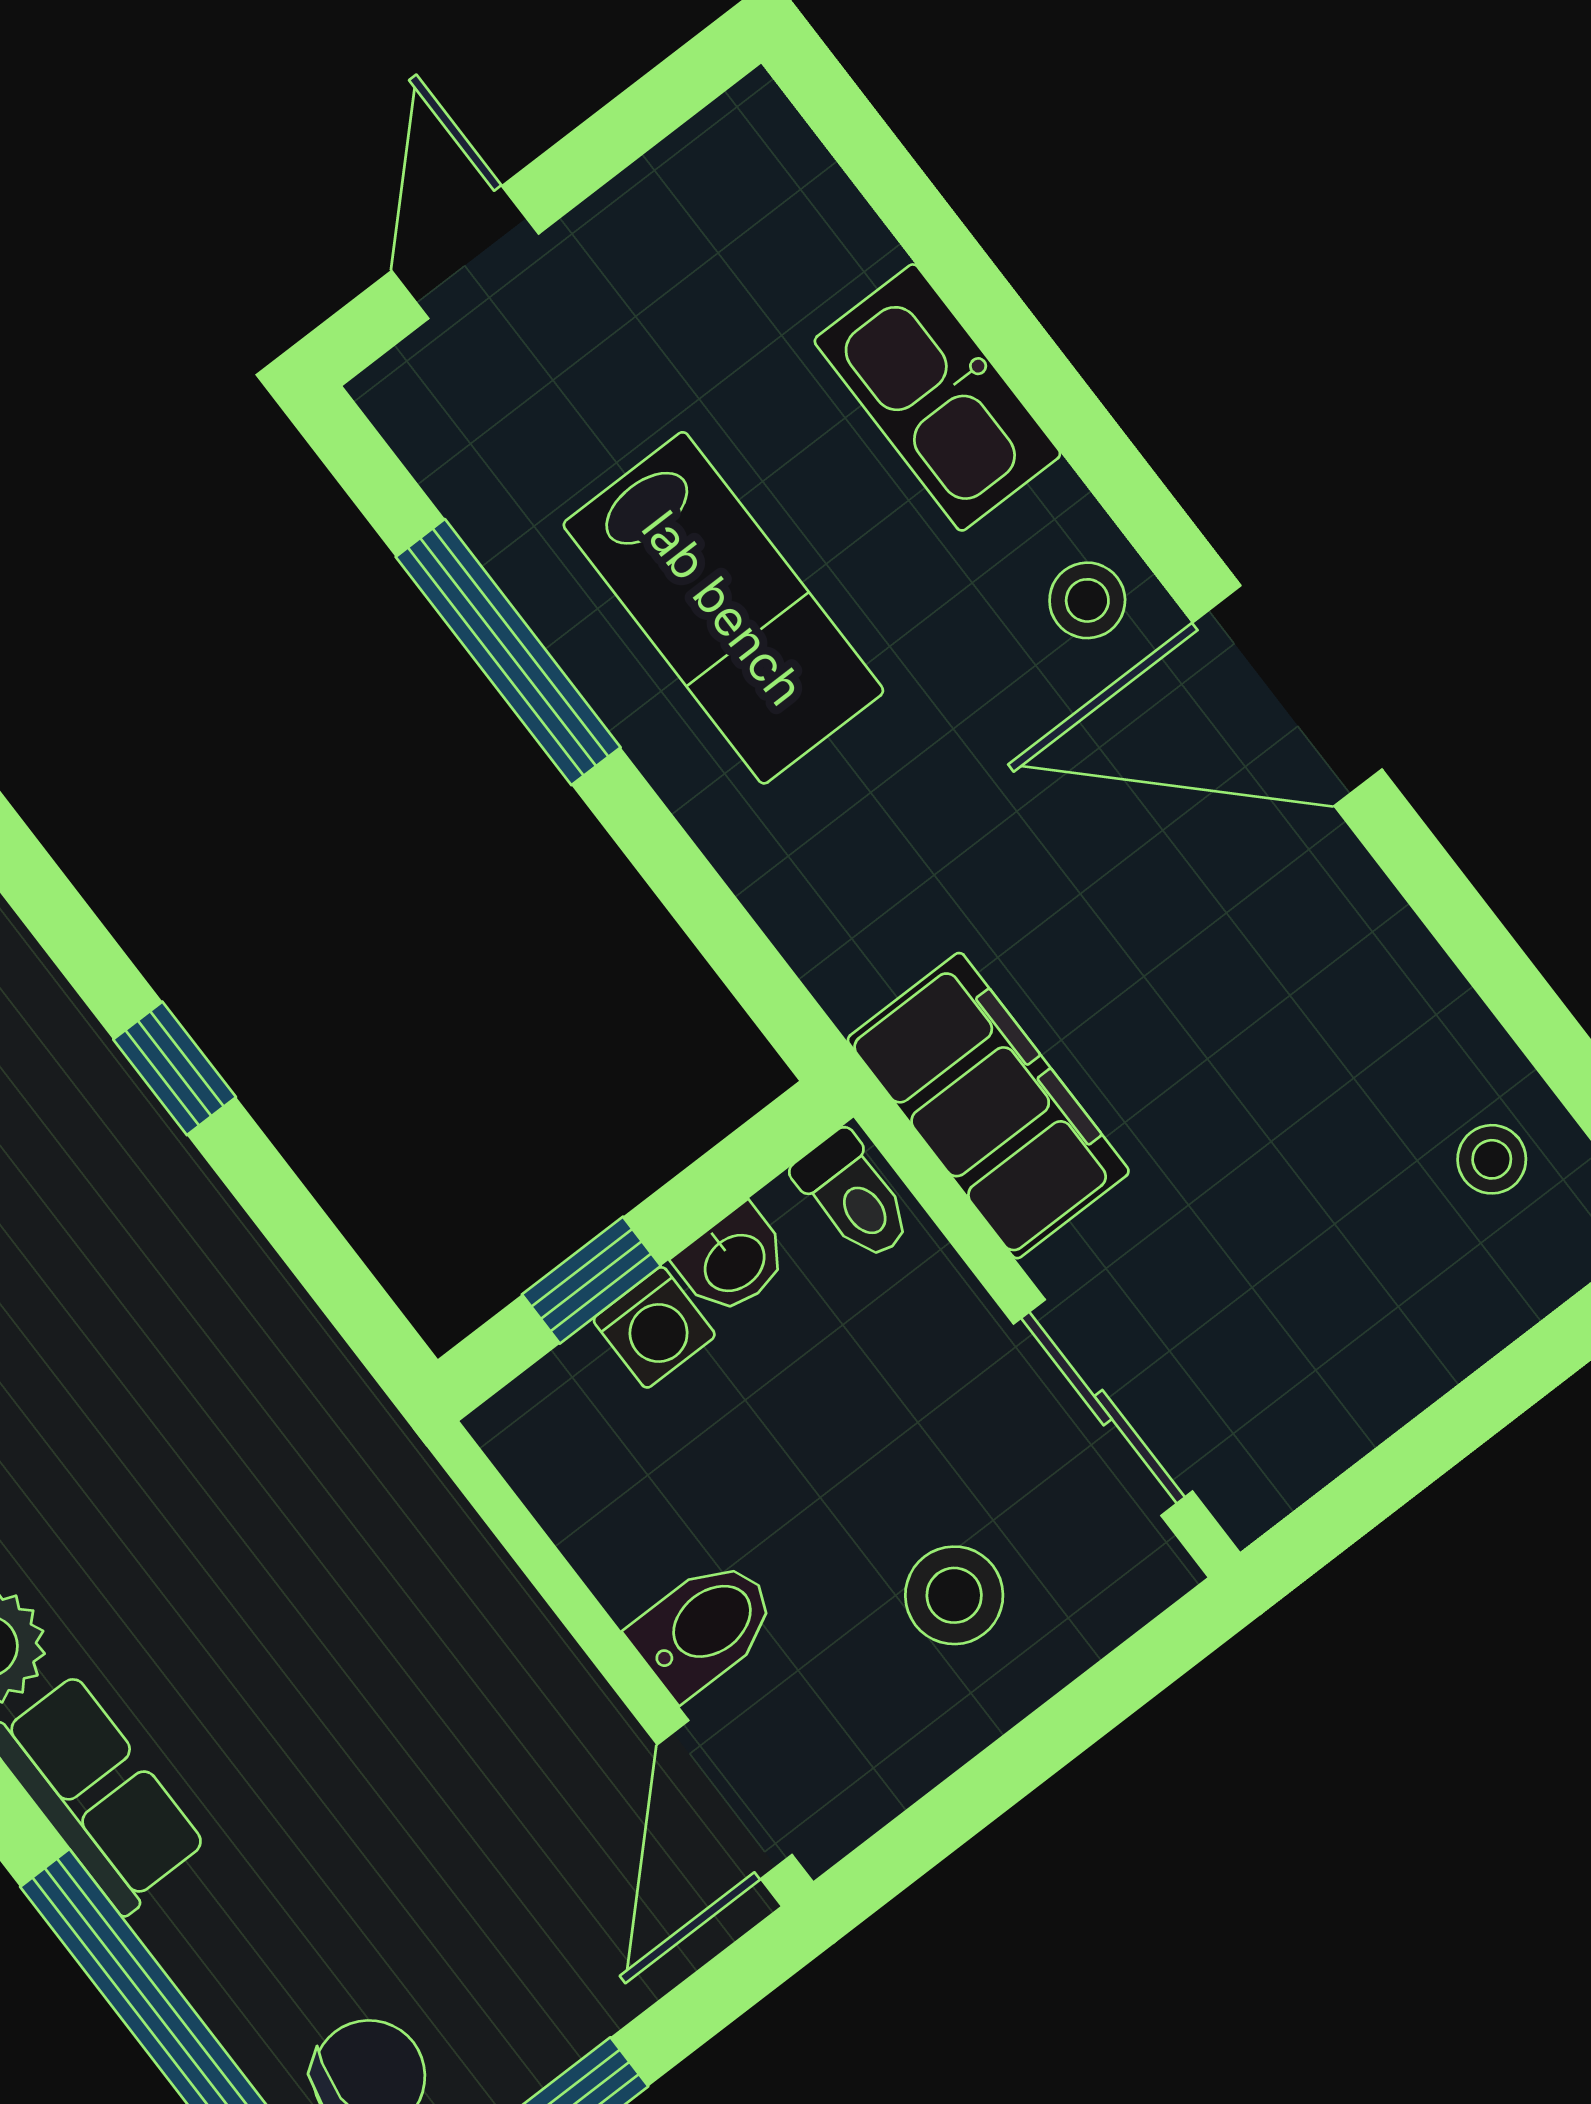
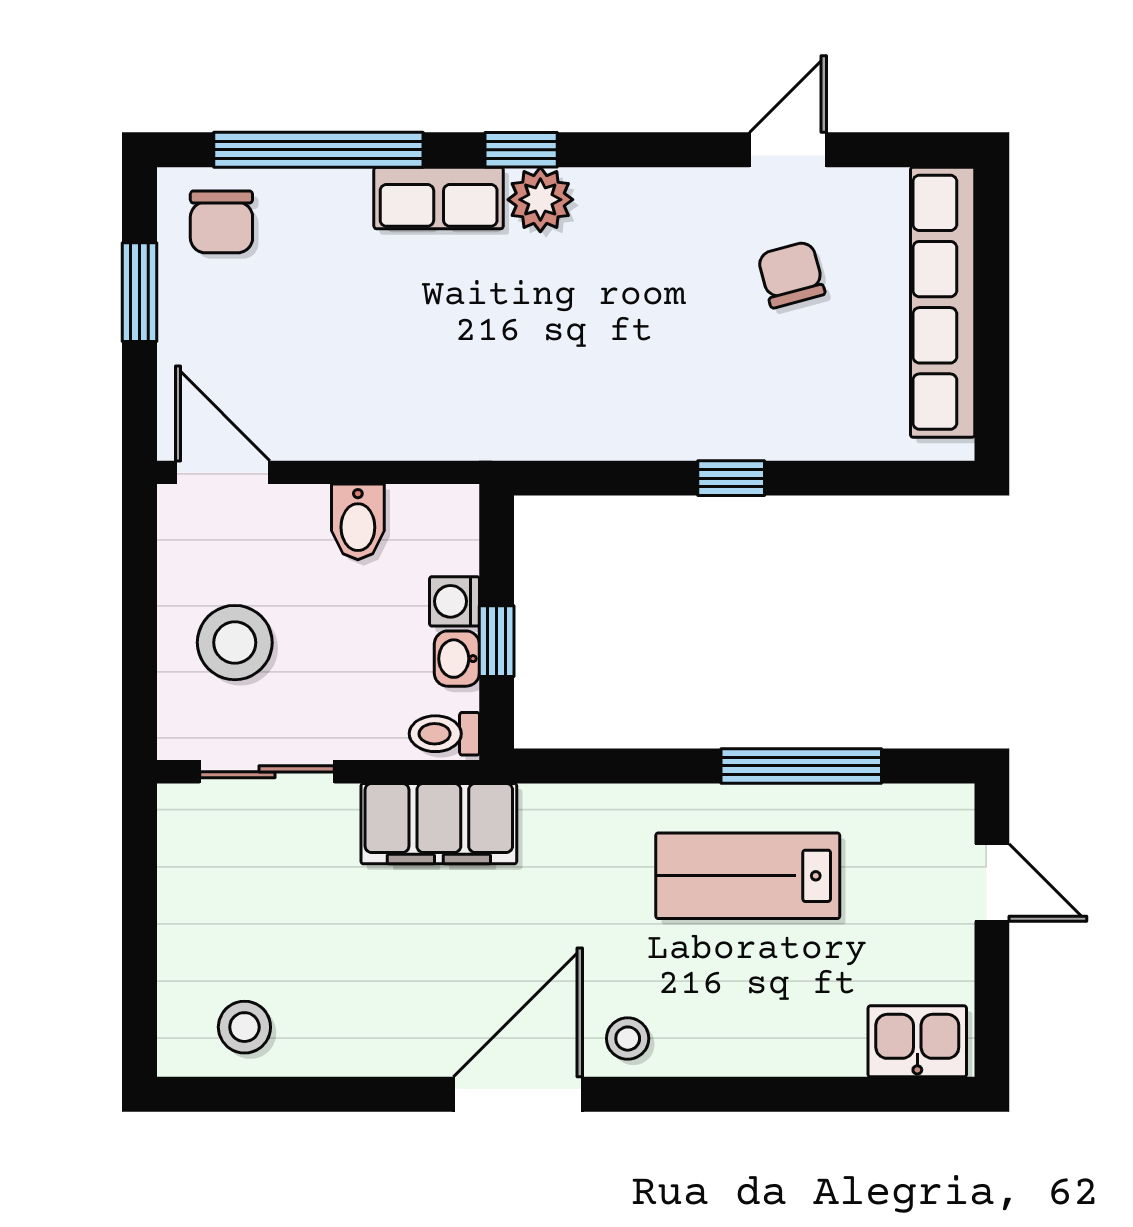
kitchen sink: (937, 397) -> (917, 1041), moved, width x0.73
stool: (1492, 1159) -> (244, 1027), width x1.37, depth x1.37
window: (591, 1280) -> (497, 641), moved
stool: (954, 1595) -> (235, 643), width x1.38, depth x1.38
bidet: (704, 1627) -> (358, 522), moved

